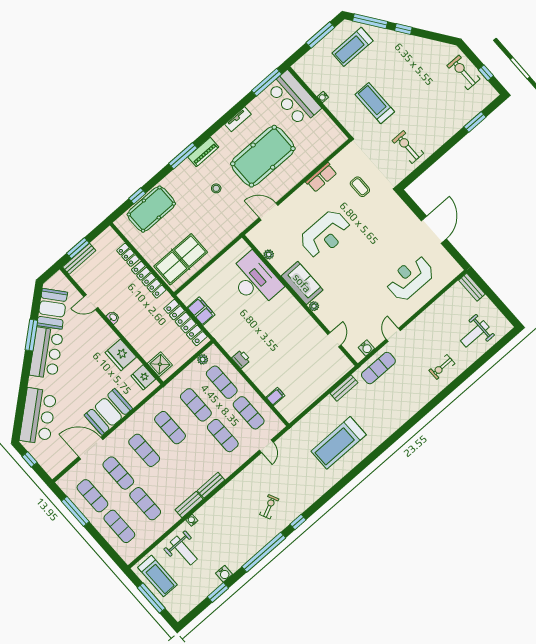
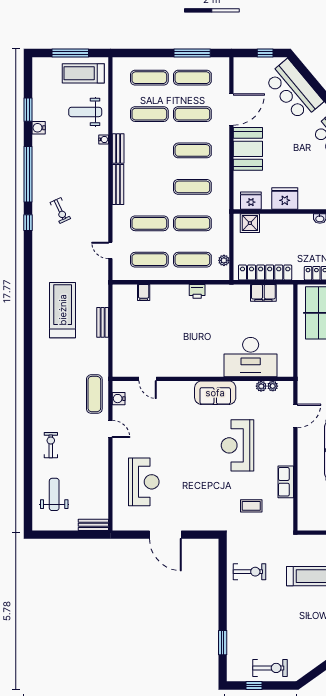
plant: (314, 306) -> (273, 386), moved
bench: (344, 388) -> (103, 322), moved
bench: (211, 485) -> (118, 184), width x1.36

